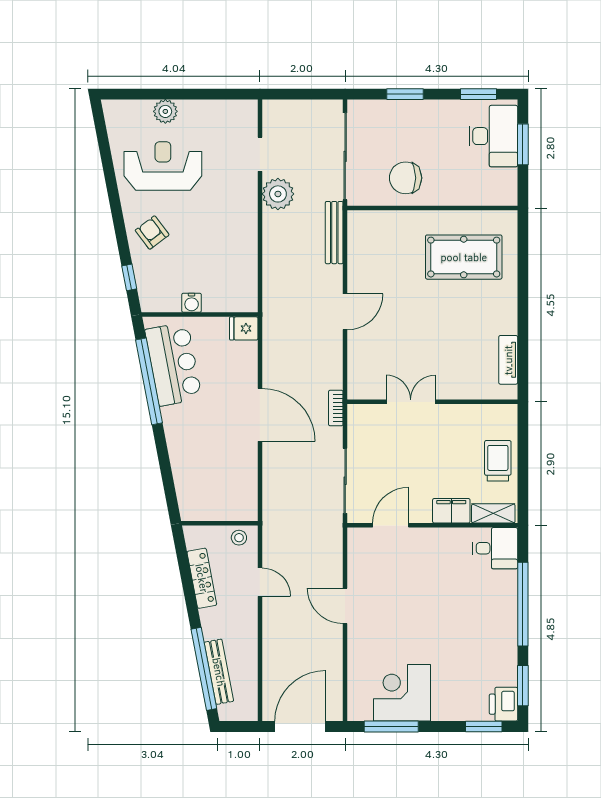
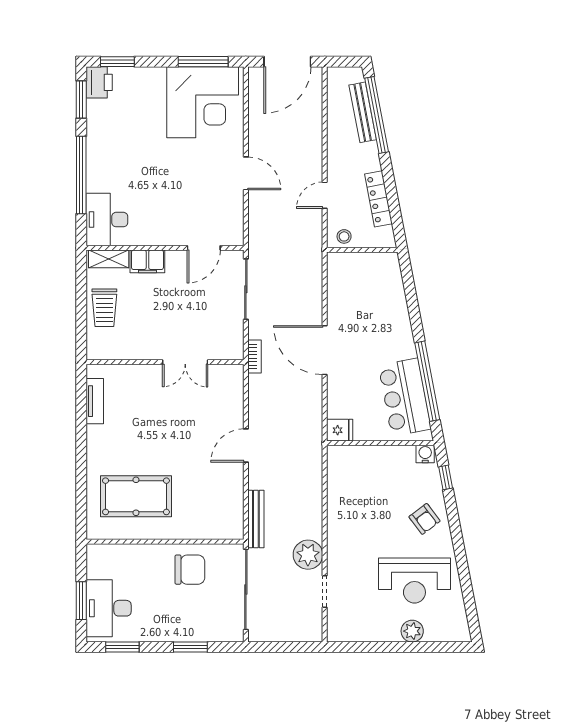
water cooler: (192, 303) -> (425, 454), moved
desk: (495, 548) -> (107, 220), width x1.37
door: (260, 582) -> (325, 195), hinge flipped
corner desk: (402, 693) -> (203, 102), width x1.36, depth x1.36

